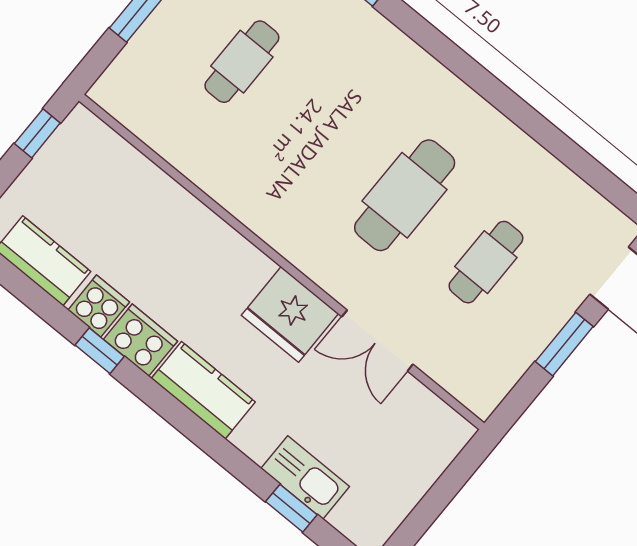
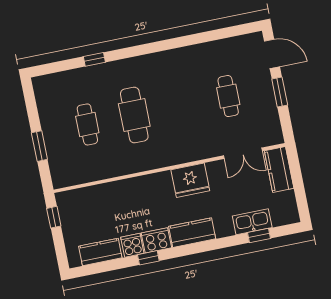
cafe table: (405, 195) -> (134, 115), moved
double door: (377, 341) -> (243, 153), moved
kitchen counter: (431, 451) -> (279, 170), added

